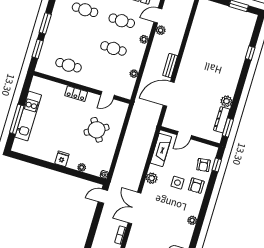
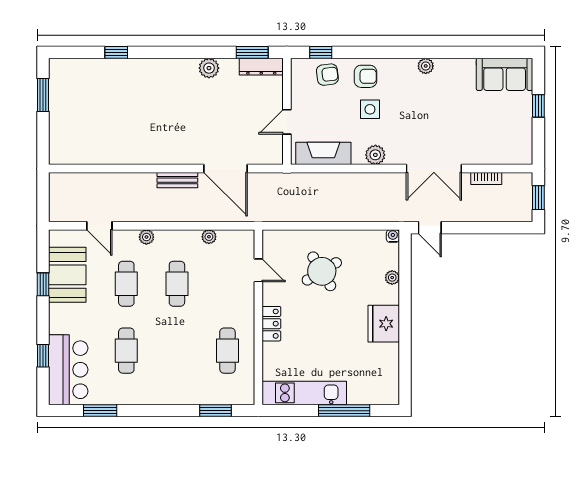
window: (45, 23) -> (169, 411), removed
plant: (161, 30) -> (123, 214), removed
kitchen unit: (28, 116) -> (304, 393), moved
dresser: (222, 120) -> (261, 67), moved
door: (184, 135) -> (287, 122), swing flipped
fridge: (62, 159) -> (384, 324), width x1.88, depth x1.34

